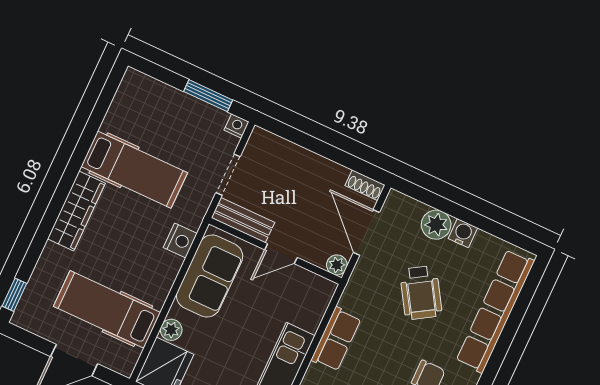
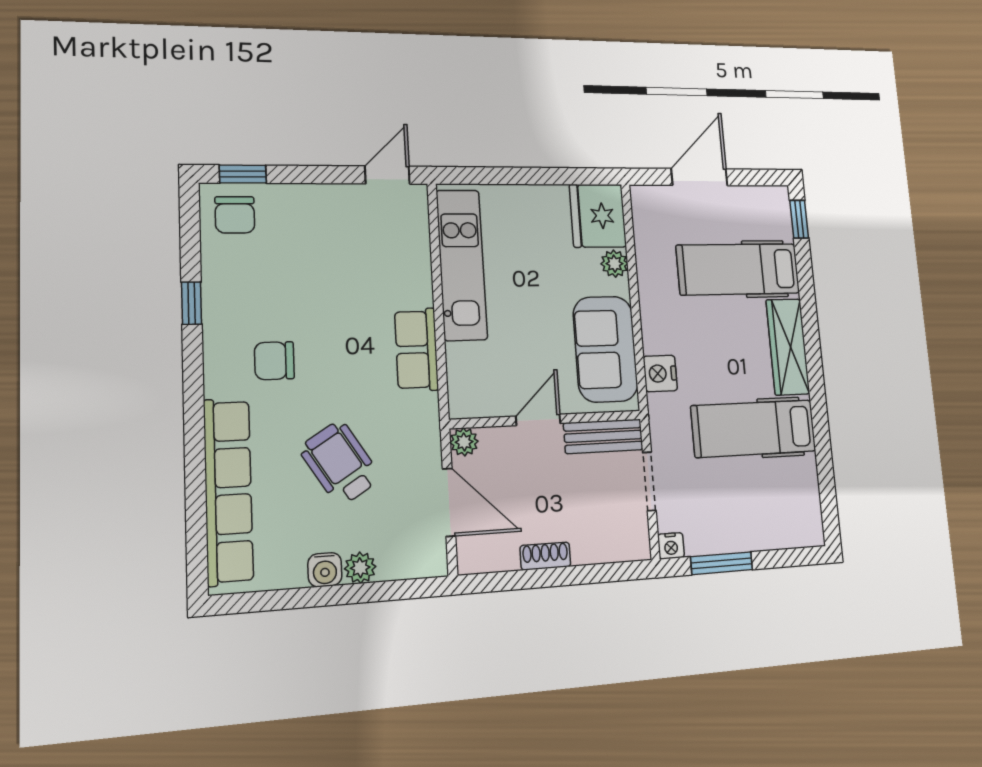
shoe rack: (365, 185) -> (545, 556), moved
plant: (436, 225) -> (360, 568), width x0.73, depth x0.73
hospital bed: (107, 309) -> (738, 269), moved, turned 180

